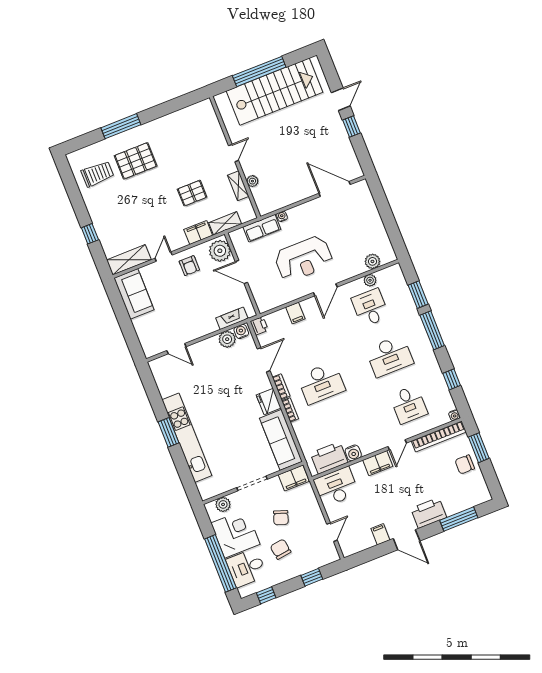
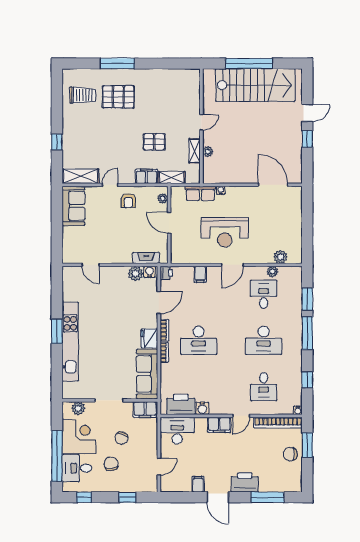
plant: (220, 251) -> (163, 198), width x0.53, depth x0.53

